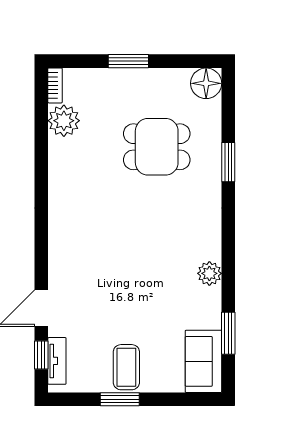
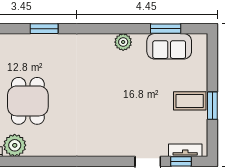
dining table: (157, 147) -> (28, 101), moved
sofa: (203, 361) -> (169, 46), moved

